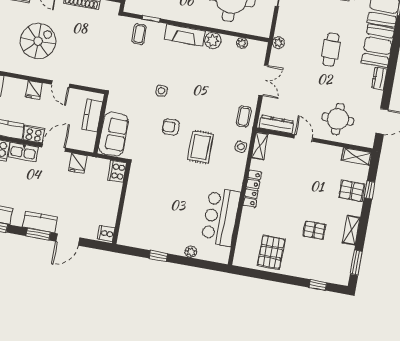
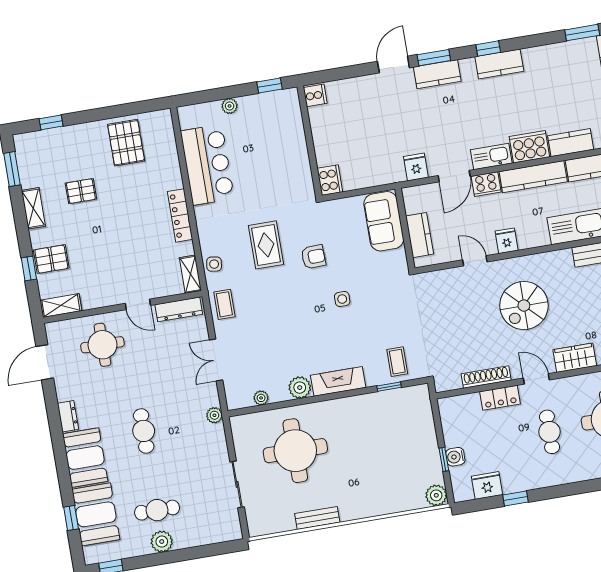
cooker: (117, 172) -> (330, 180), moved
wall: (121, 203) -> (309, 141), moved
cooker: (106, 233) -> (315, 95), moved

